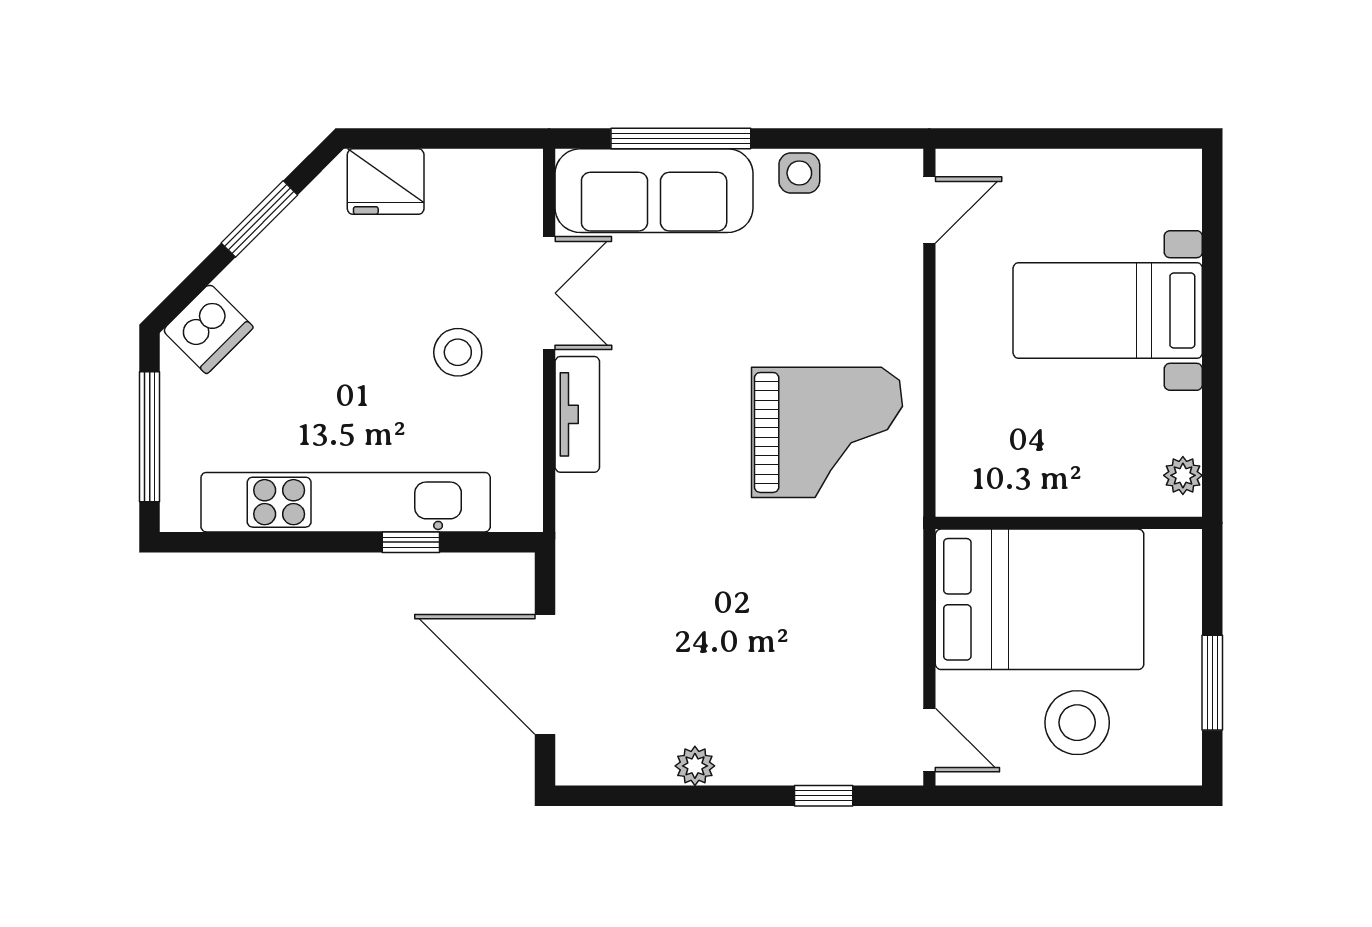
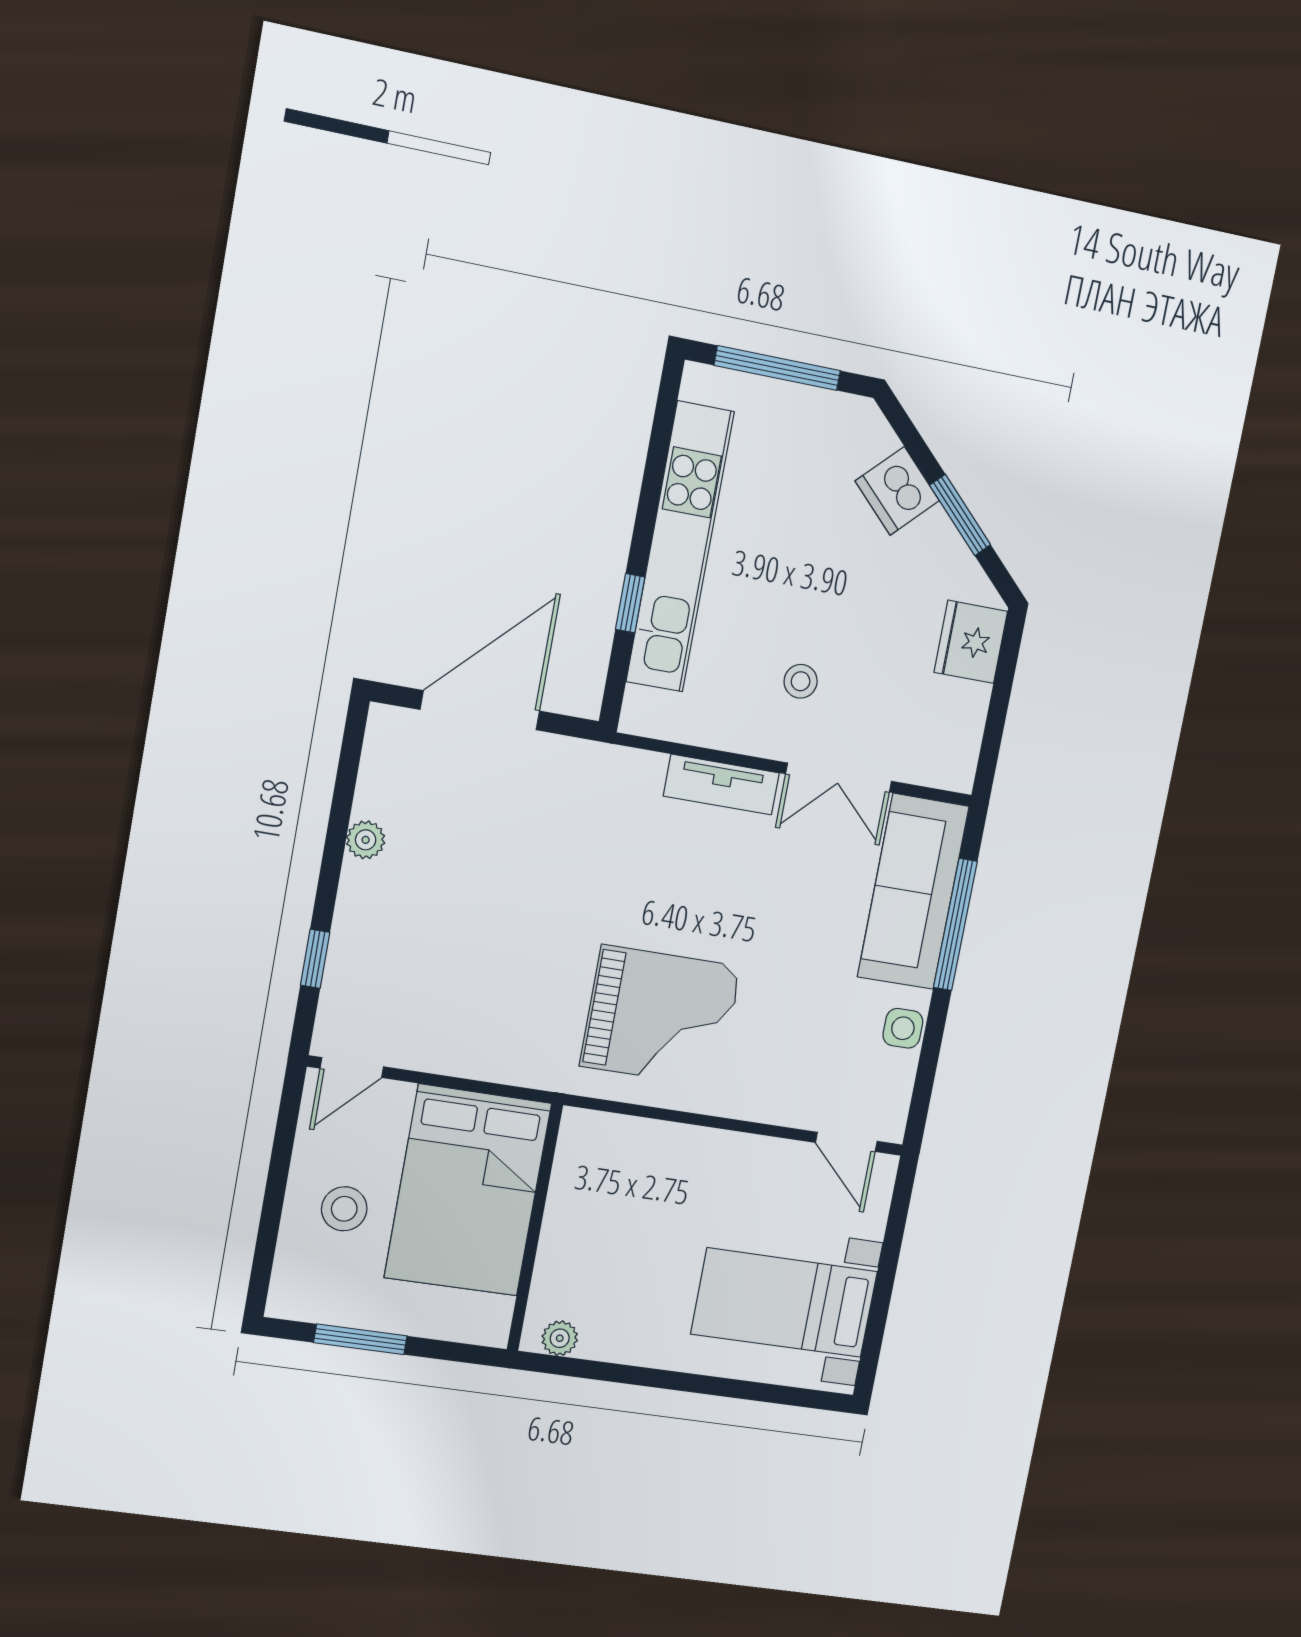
bed with nightstands: (1108, 311) -> (784, 1303), moved, turned -90
dishwasher: (208, 329) -> (897, 491), moved
stool: (458, 352) -> (801, 681), width x0.73, depth x0.73
grand piano: (827, 432) -> (661, 1016), turned -90
stool: (1077, 723) -> (344, 1209), width x0.73, depth x0.73

